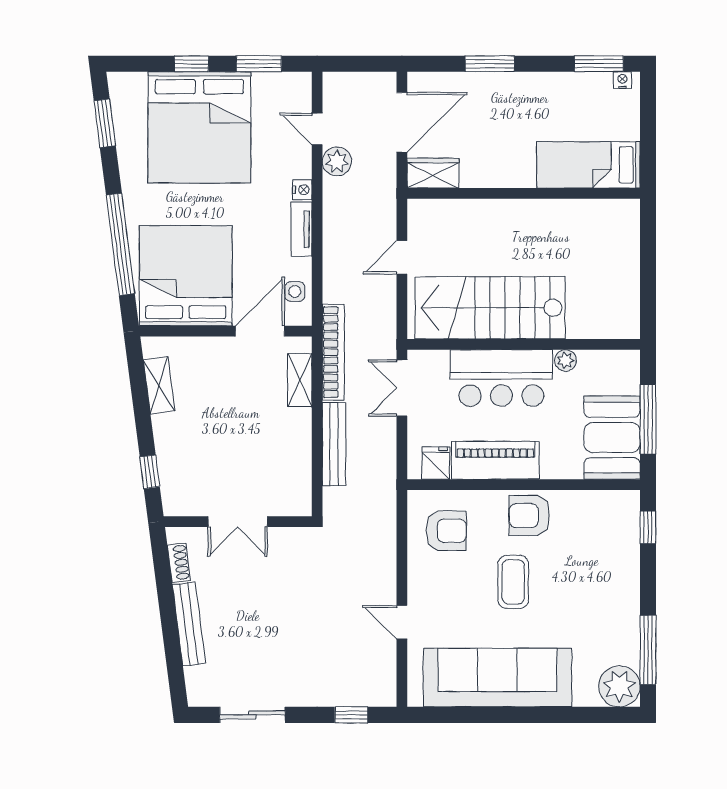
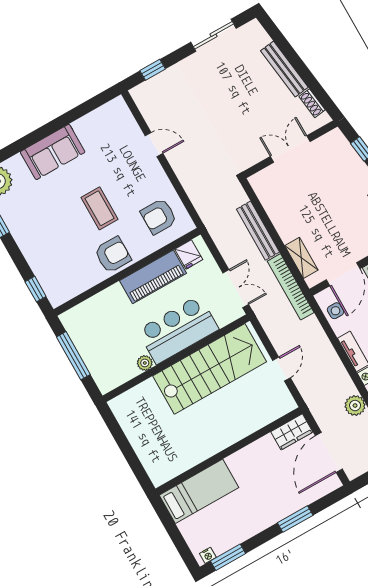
booth: (612, 438) -> (89, 332), removed
sofa: (497, 678) -> (53, 152), width x0.54, depth x0.79

